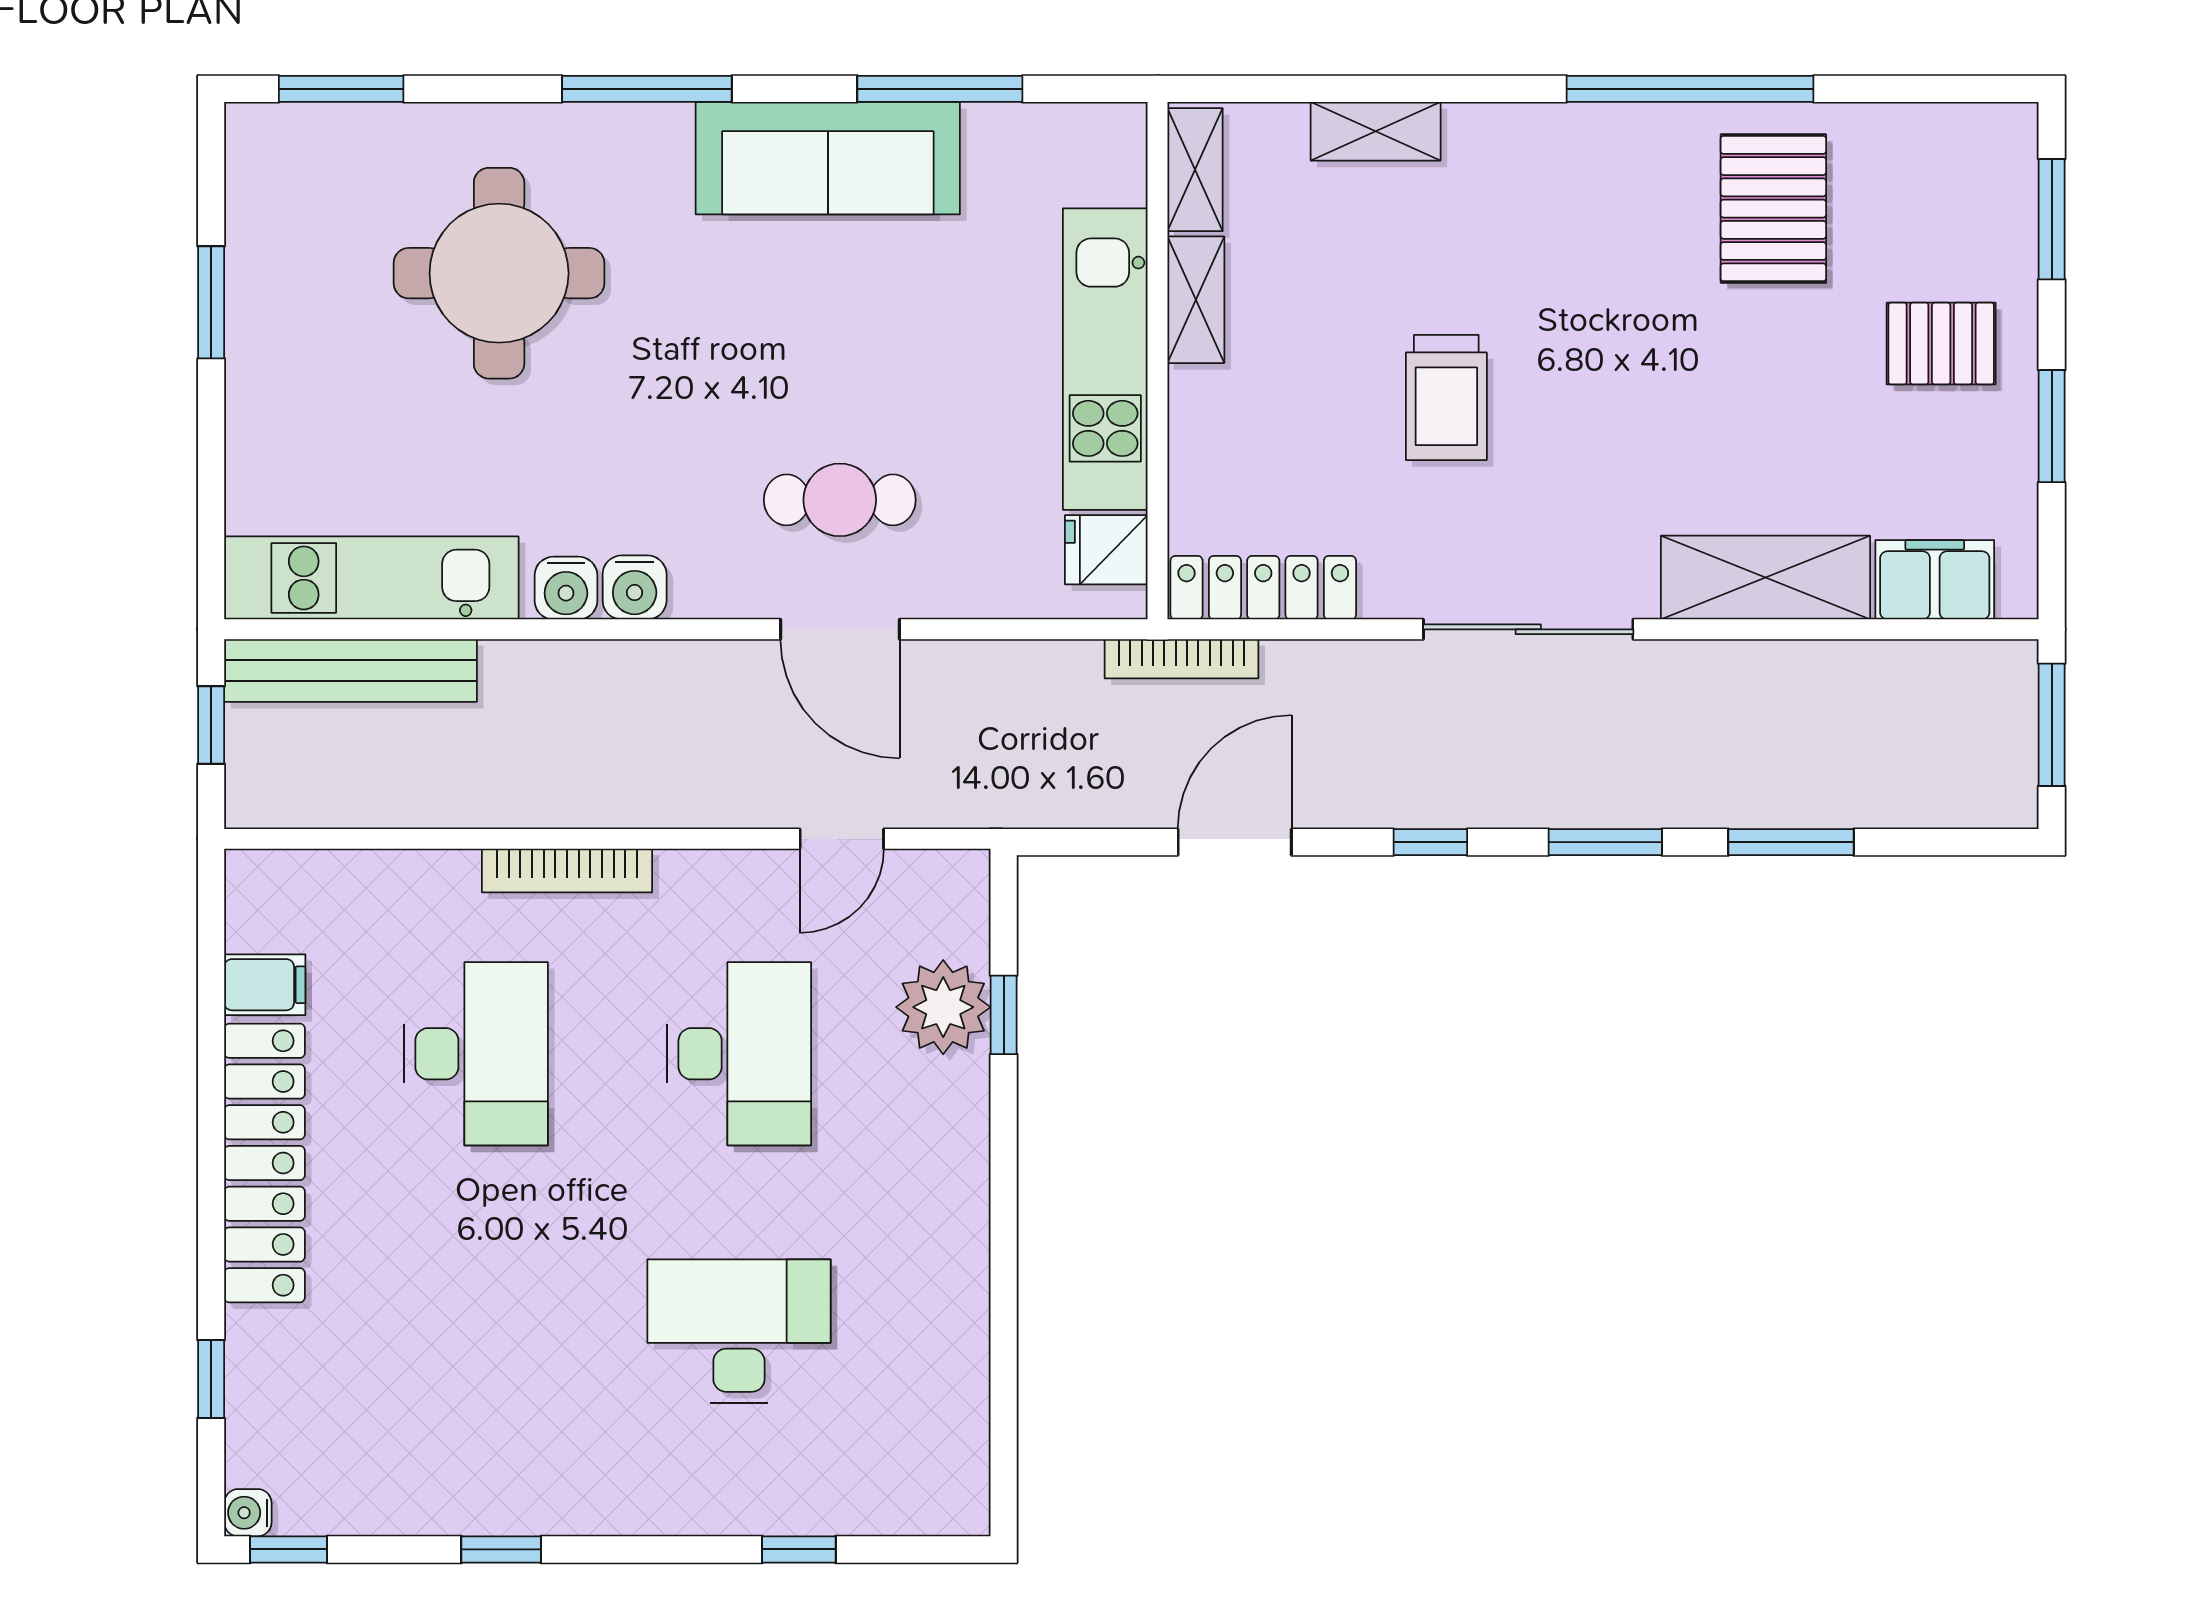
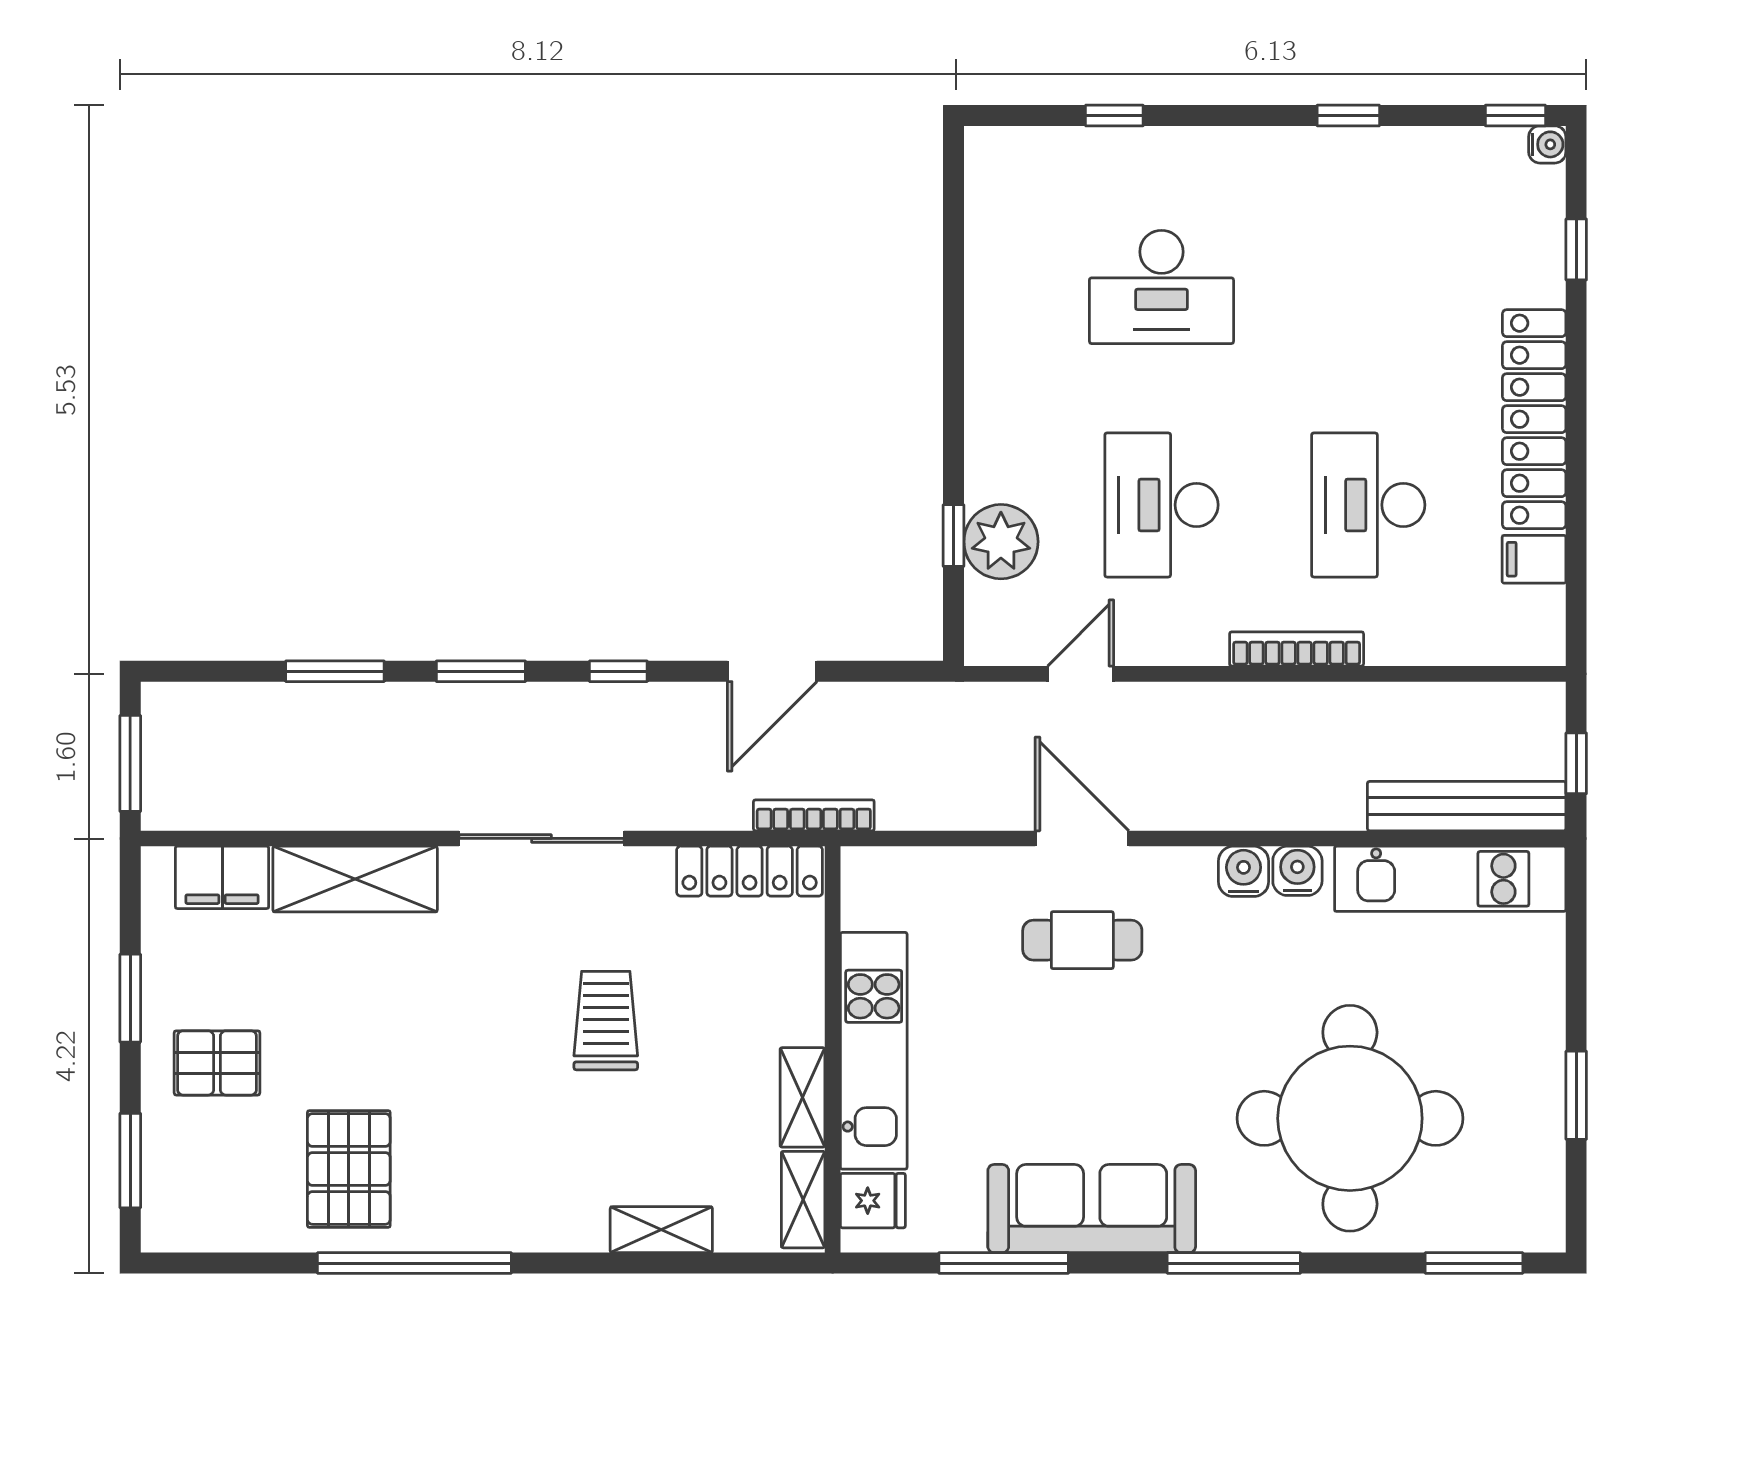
round table: (499, 273) -> (1350, 1118), width x1.36, depth x1.36
fridge: (1106, 550) -> (873, 1201), moved

